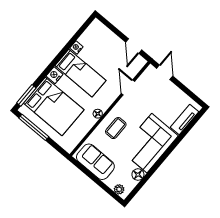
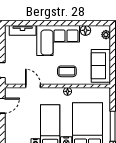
door: (128, 87) -> (33, 86), swing flipped

